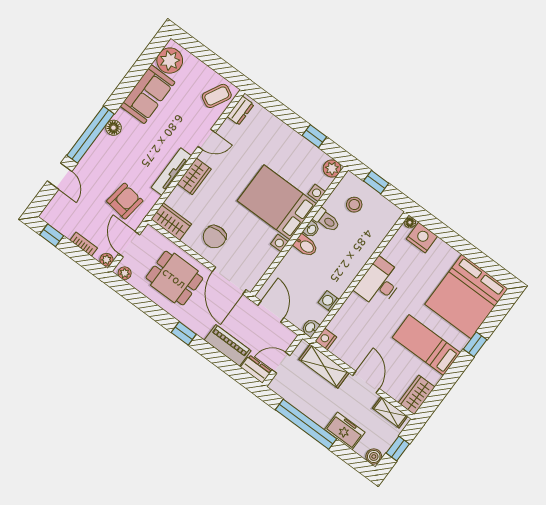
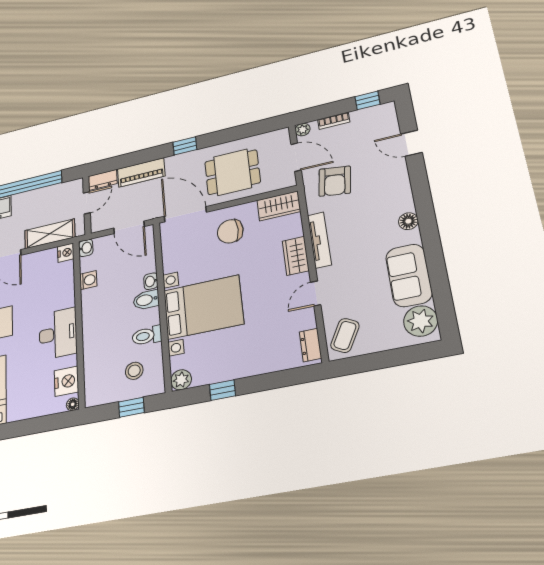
window: (90, 135) -> (422, 197), removed
washbasin: (311, 229) -> (151, 281), moved
chair: (215, 237) -> (230, 231), turned -90
nightstand: (422, 238) -> (66, 381), moved, turned -90
plant: (125, 273) -> (277, 136), removed

